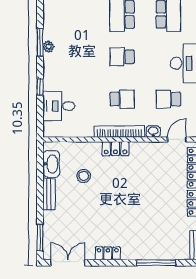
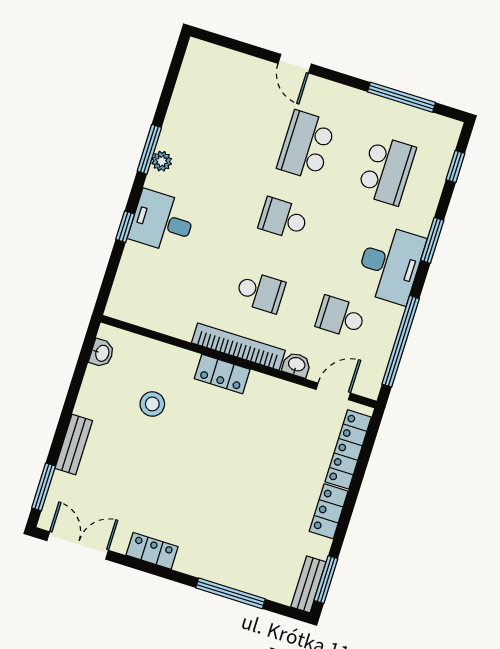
desk: (59, 106) -> (162, 222), moved
washbasin: (51, 164) -> (102, 353), width x0.52, depth x0.69
bench: (49, 194) -> (74, 444), moved

